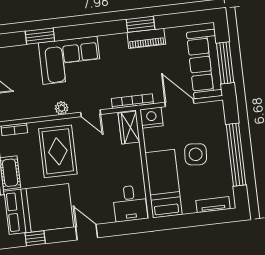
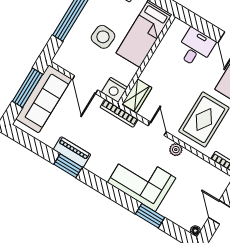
desk: (130, 203) -> (195, 48), moved

